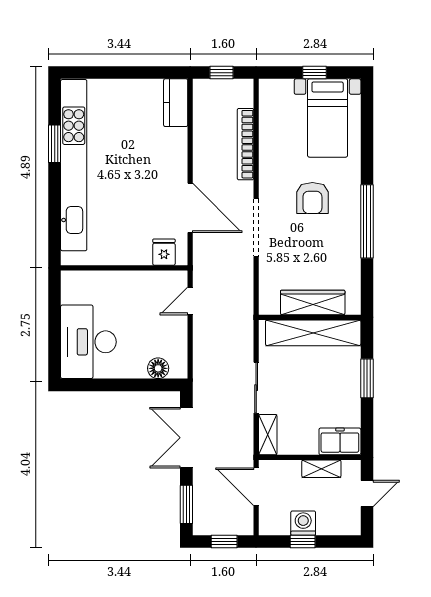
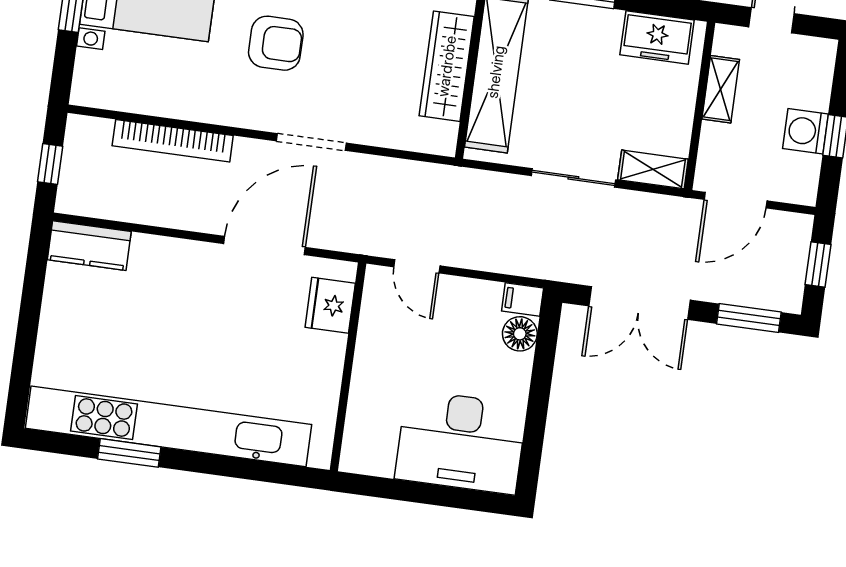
doorway: (256, 228) -> (311, 142), width x0.73
fridge: (164, 252) -> (330, 305), width x1.38
filing cabinet: (179, 367) -> (523, 299), added
freezer: (340, 441) -> (657, 37), moved, turned -90

